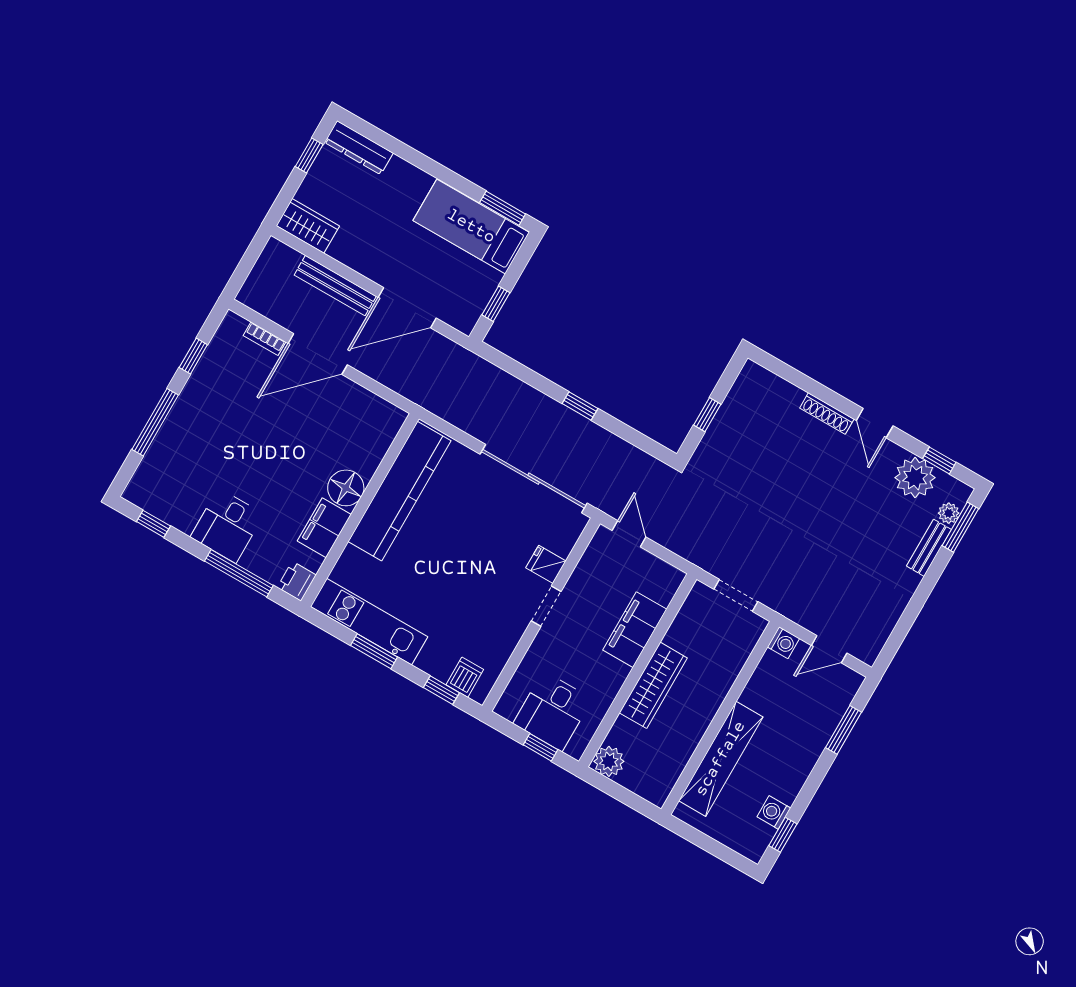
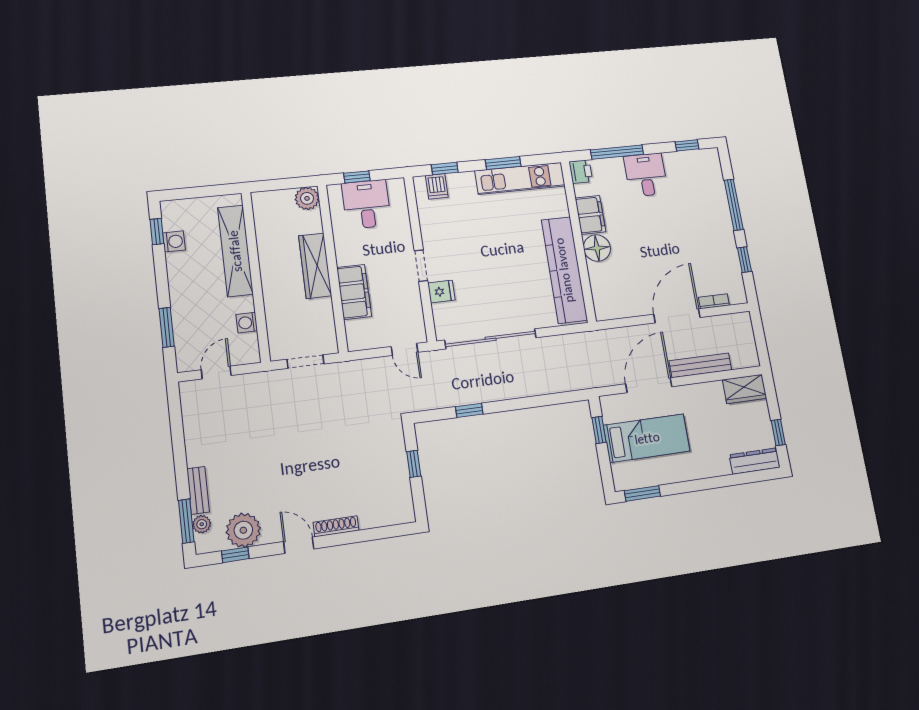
bed: (471, 227) -> (647, 438), moved
window: (580, 406) -> (469, 410), moved
washing machine: (783, 643) -> (247, 323), moved

